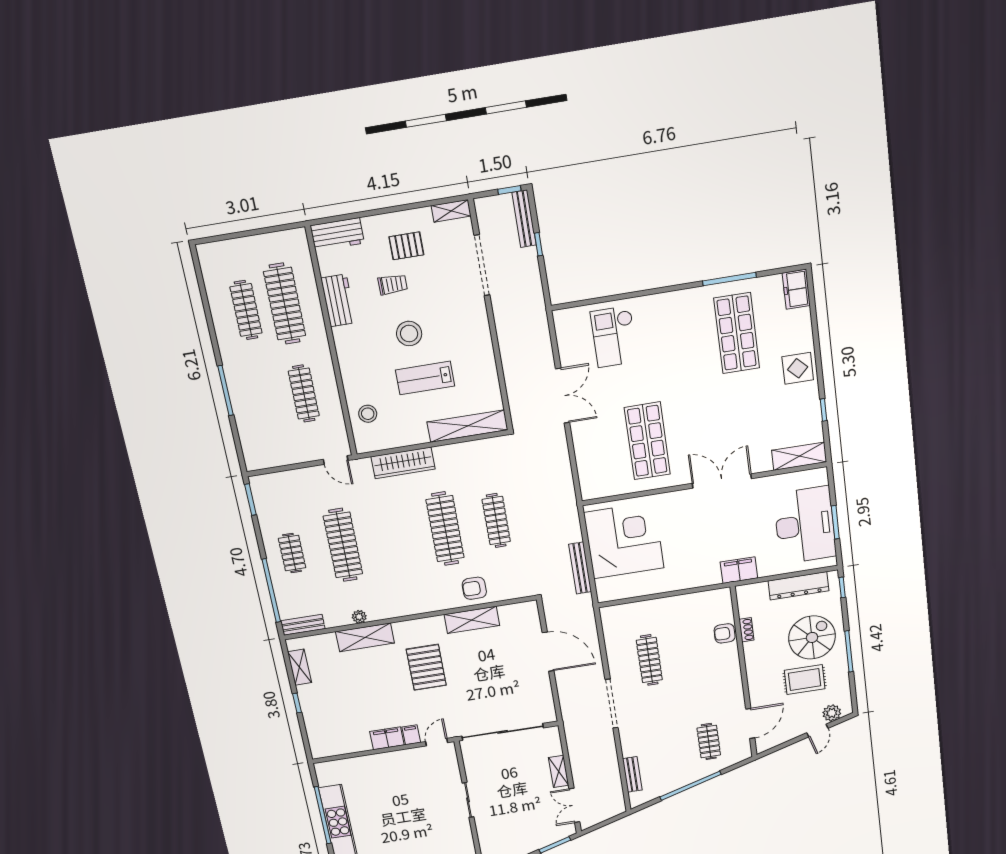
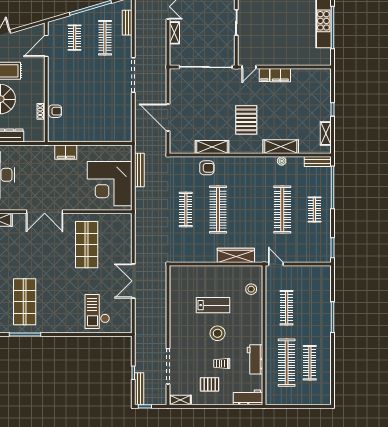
checkout: (614, 337) -> (97, 312), turned 180
shelving: (467, 426) -> (193, 272), removed
filing cabinet: (739, 570) -> (66, 152), moved
clothes rail: (649, 660) -> (105, 38), moved

